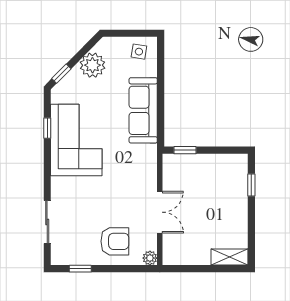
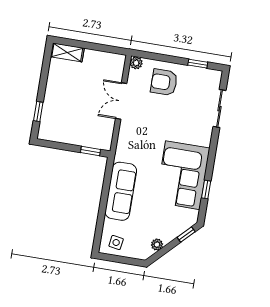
plant: (93, 65) -> (157, 245), width x0.53, depth x0.53

